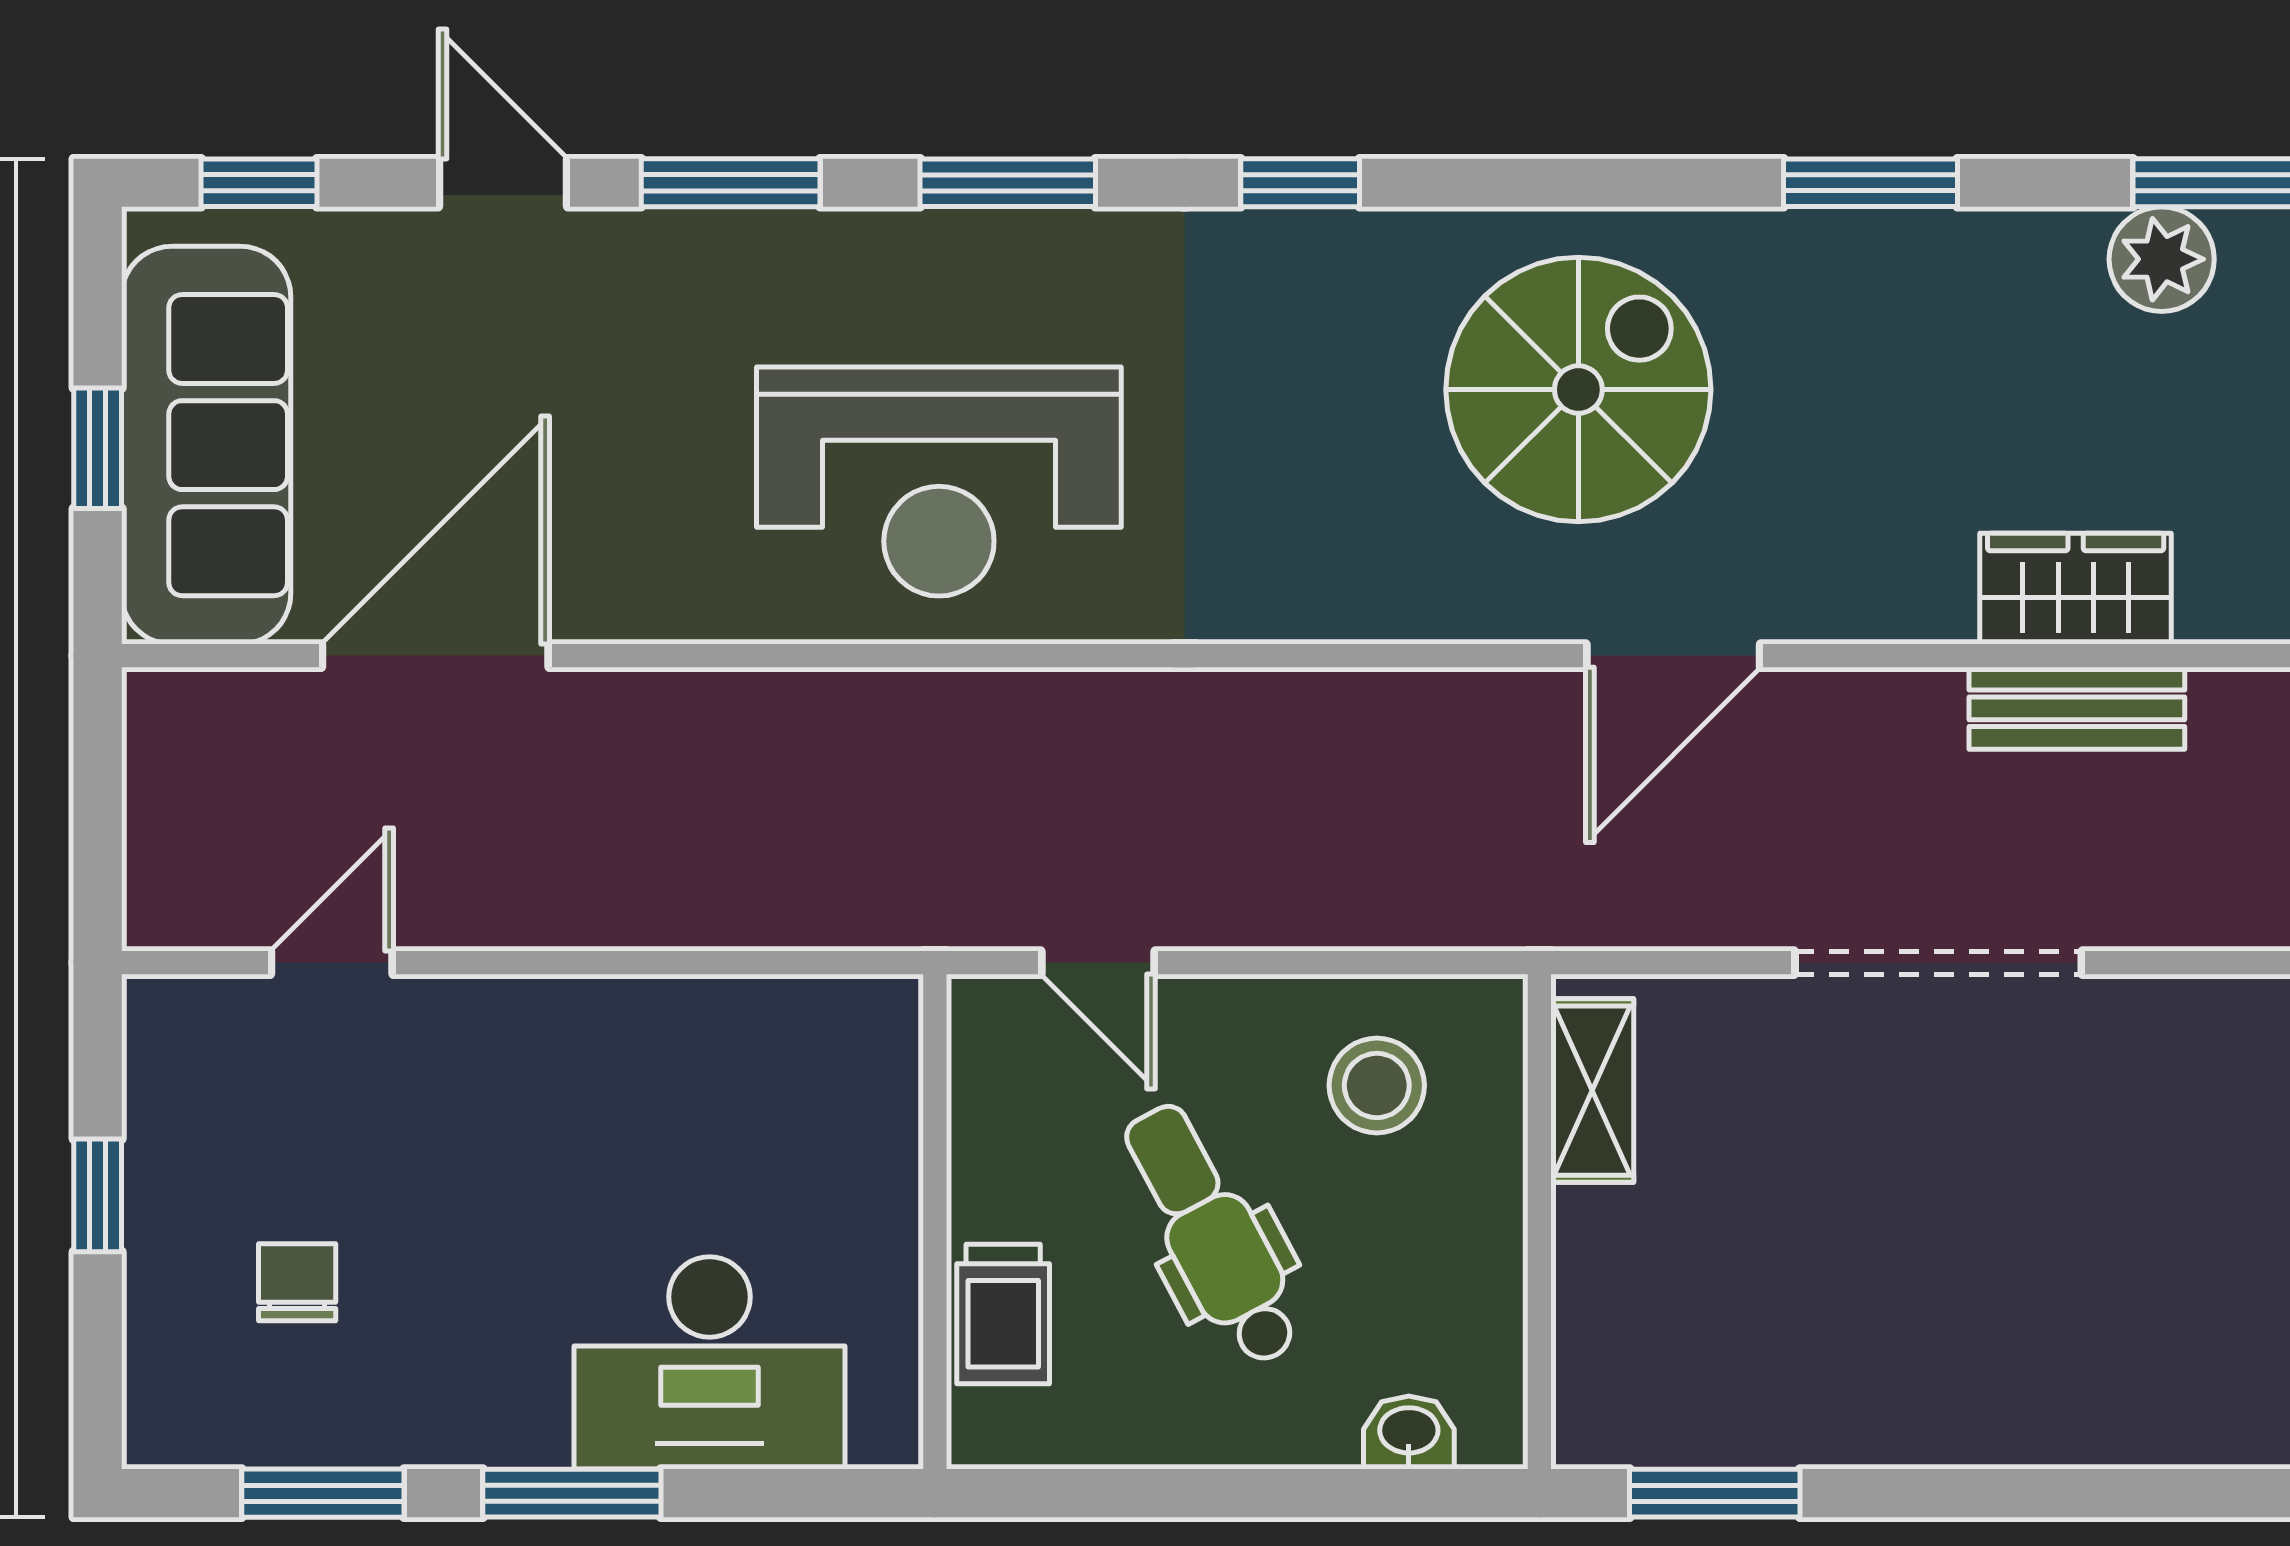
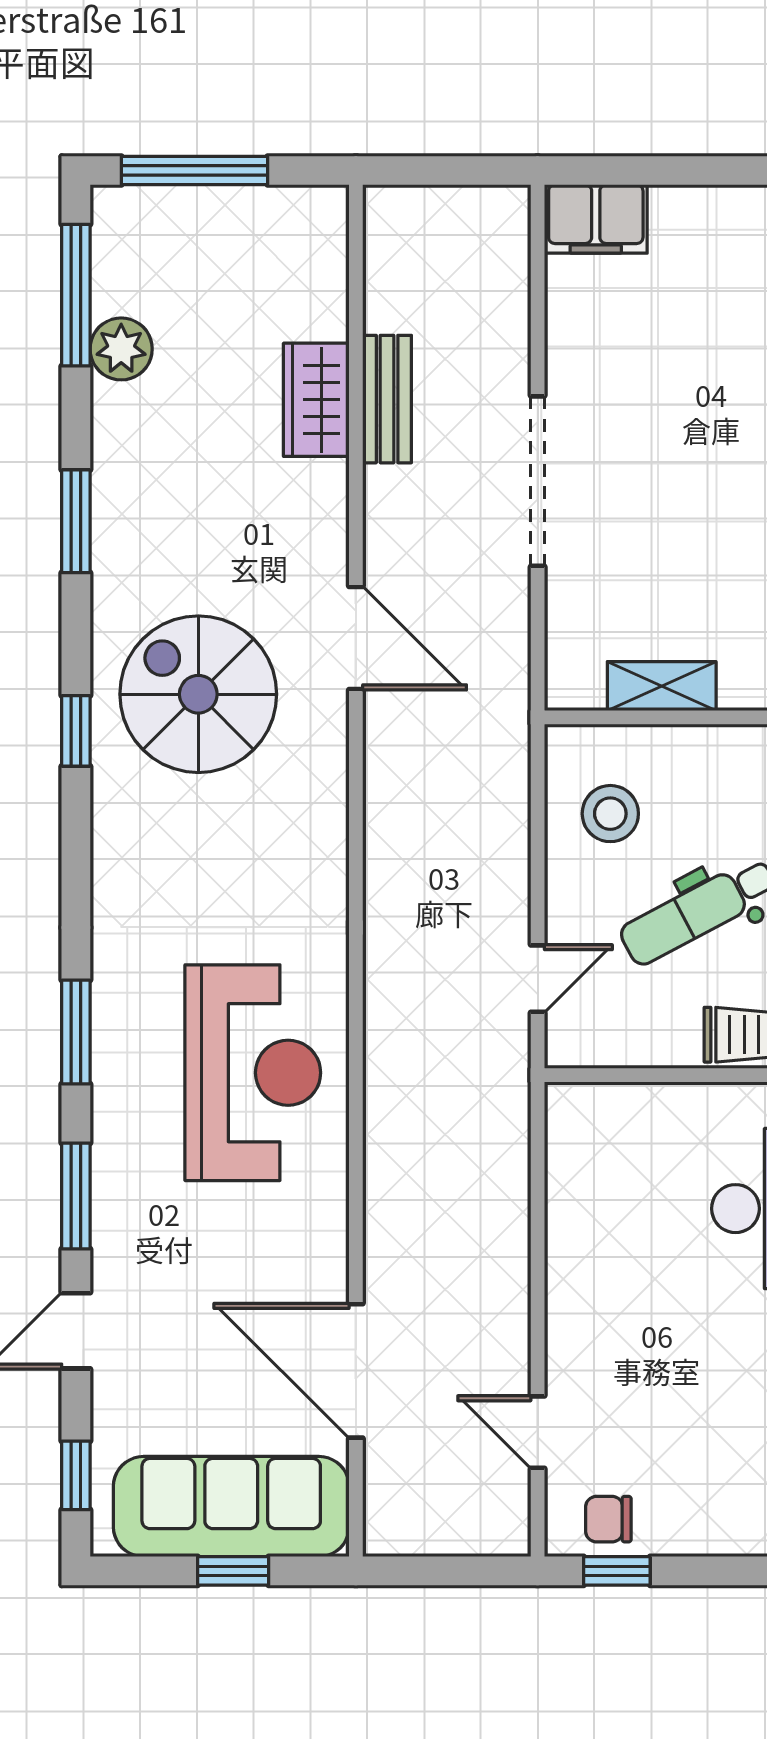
window: (1300, 183) -> (76, 731), moved
shelving: (1592, 1091) -> (662, 686), moved
window: (98, 1195) -> (617, 1571), moved
chair: (297, 1282) -> (608, 1519), moved

